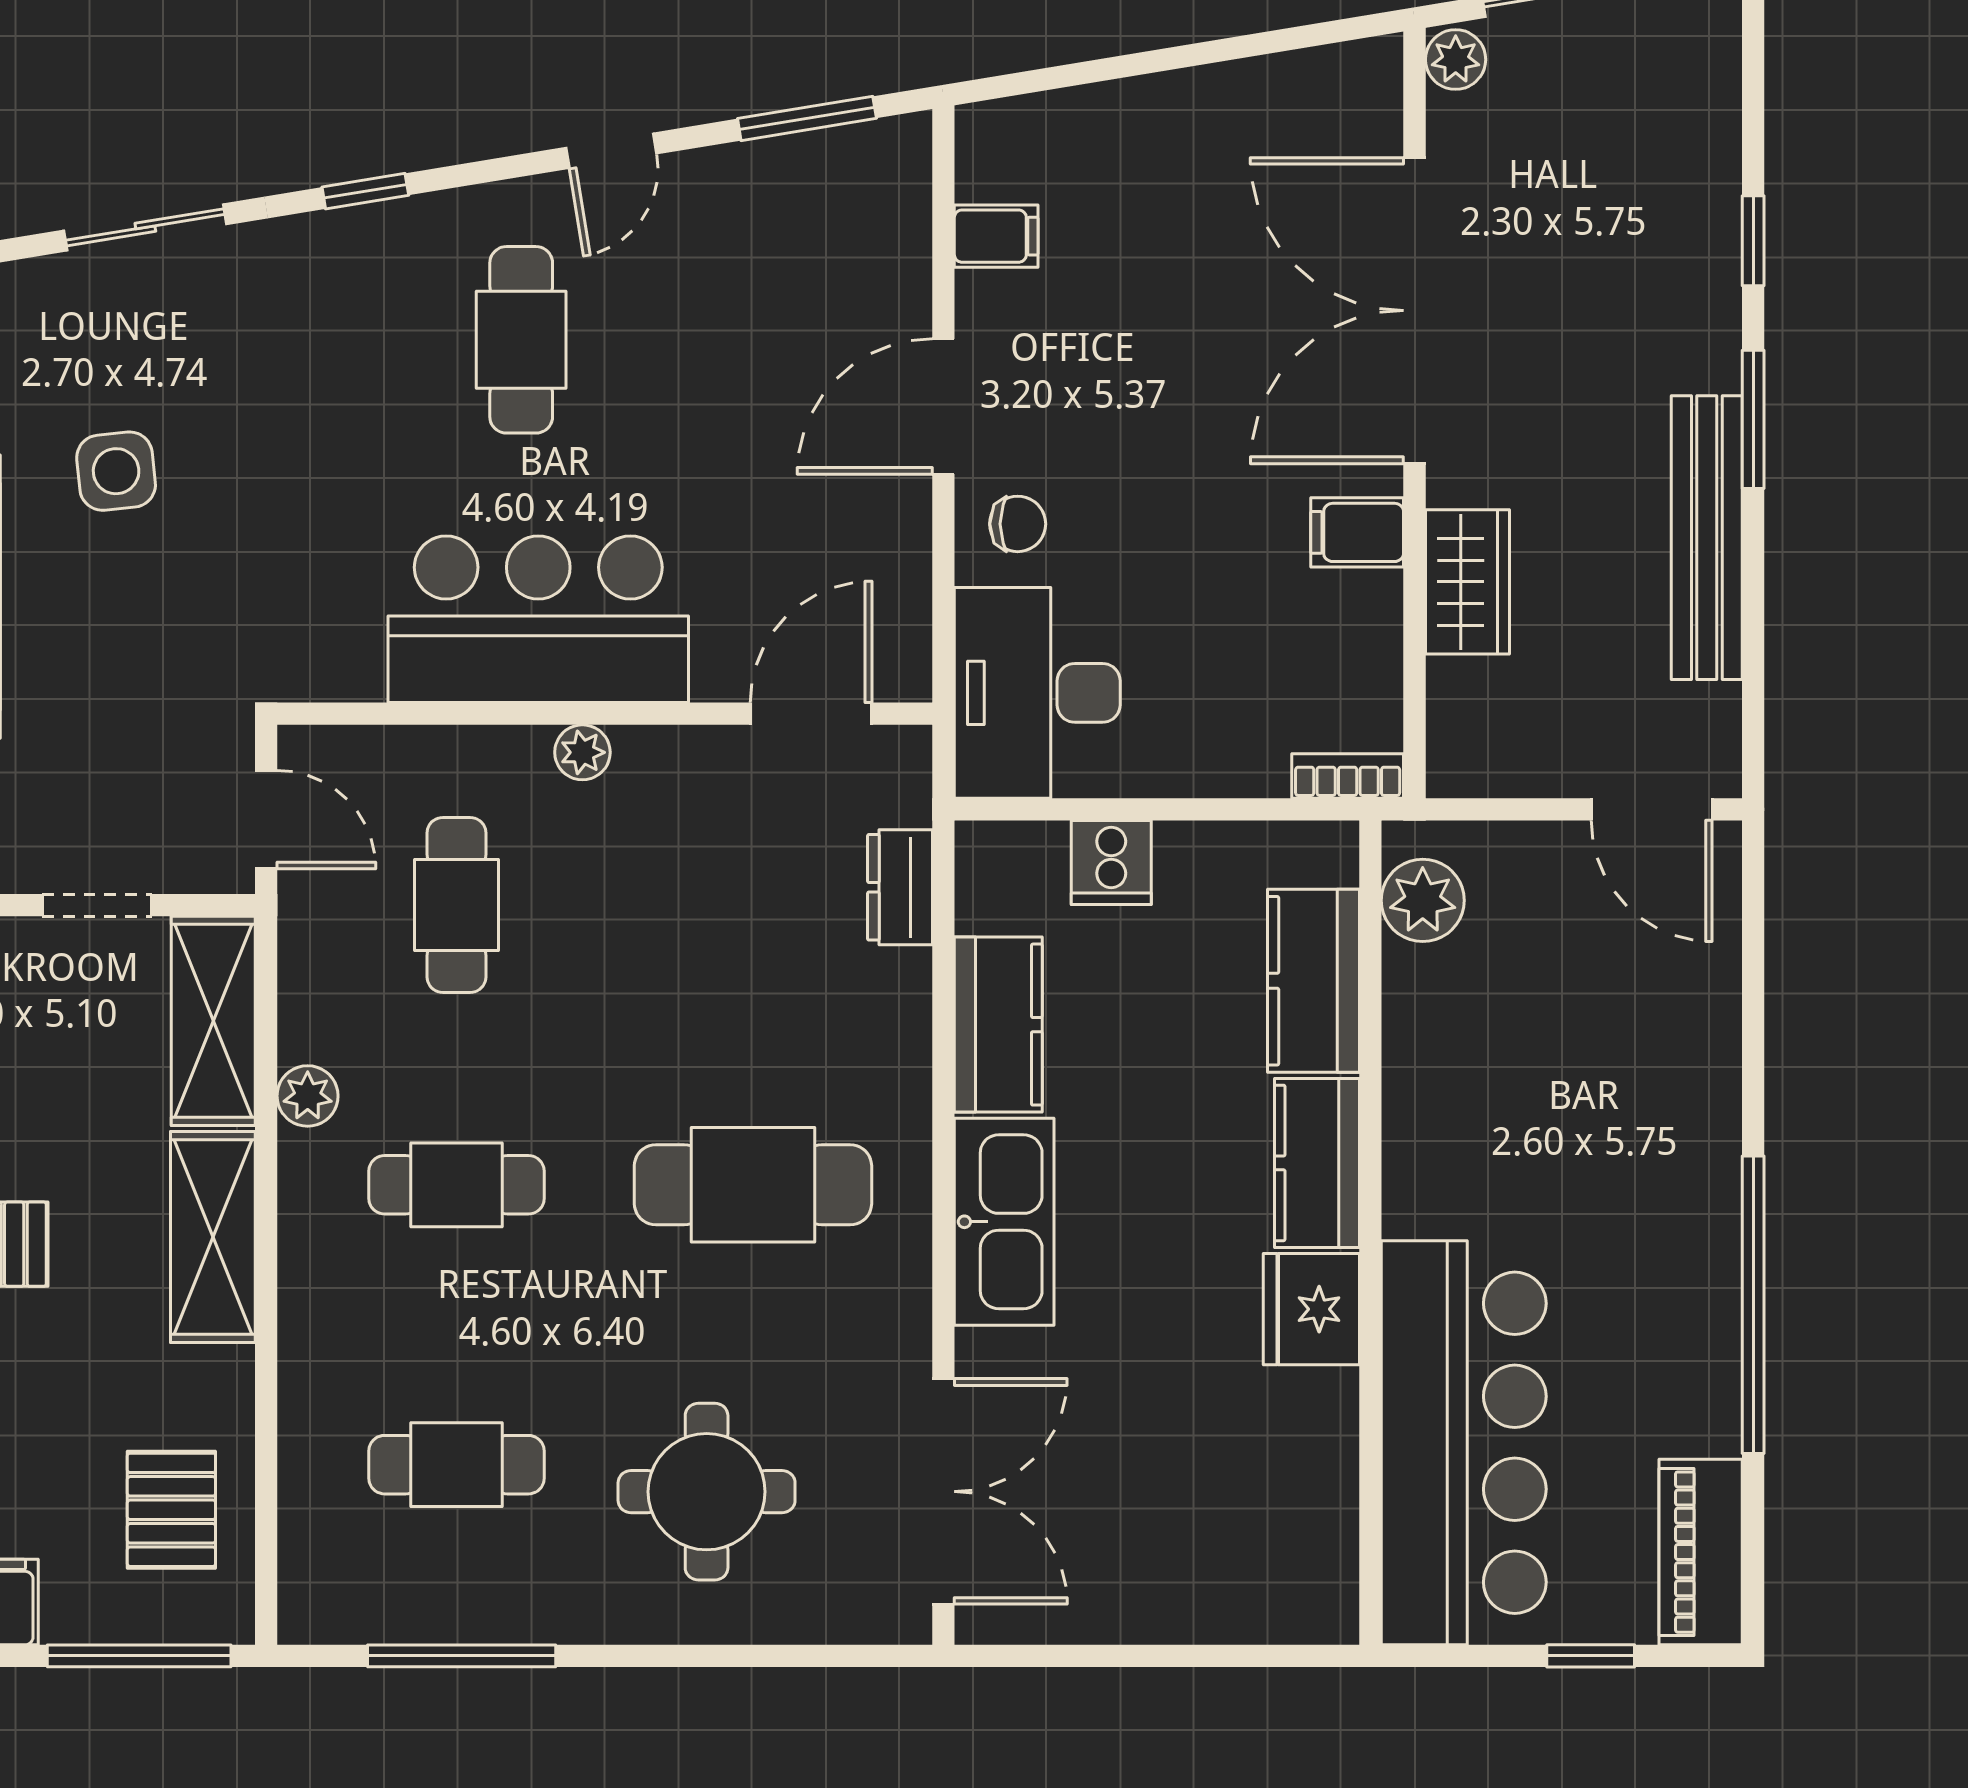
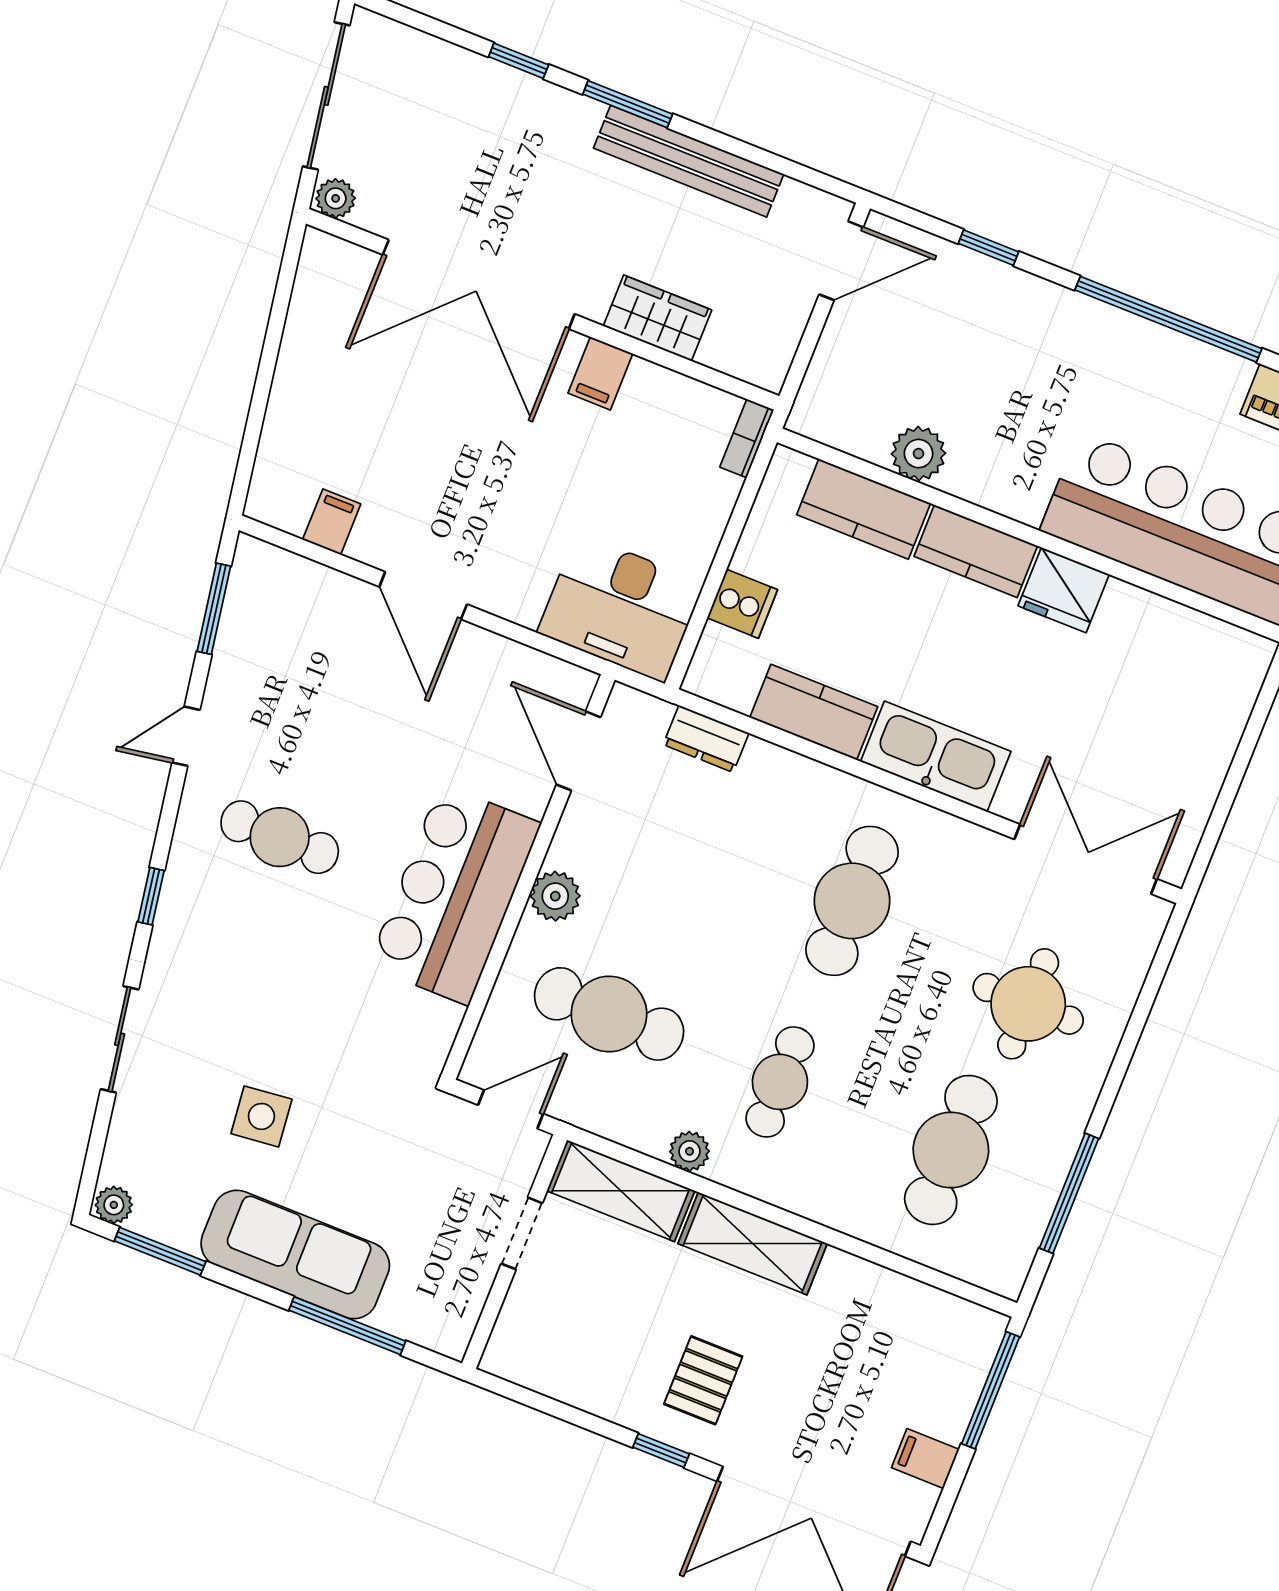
door: (611, 151) -> (186, 736), swing flipped
chair: (1018, 524) -> (513, 579), removed
plant: (582, 752) -> (555, 896), width x1.38, depth x1.38
plant: (1423, 900) -> (918, 454), moved
cafe table: (456, 905) -> (609, 1014), width x1.37, depth x1.35
window: (1753, 1010) -> (988, 248), added
cafe table: (456, 1465) -> (951, 1150), width x1.37, depth x1.35
pallet: (171, 1510) -> (909, 1335), removed

